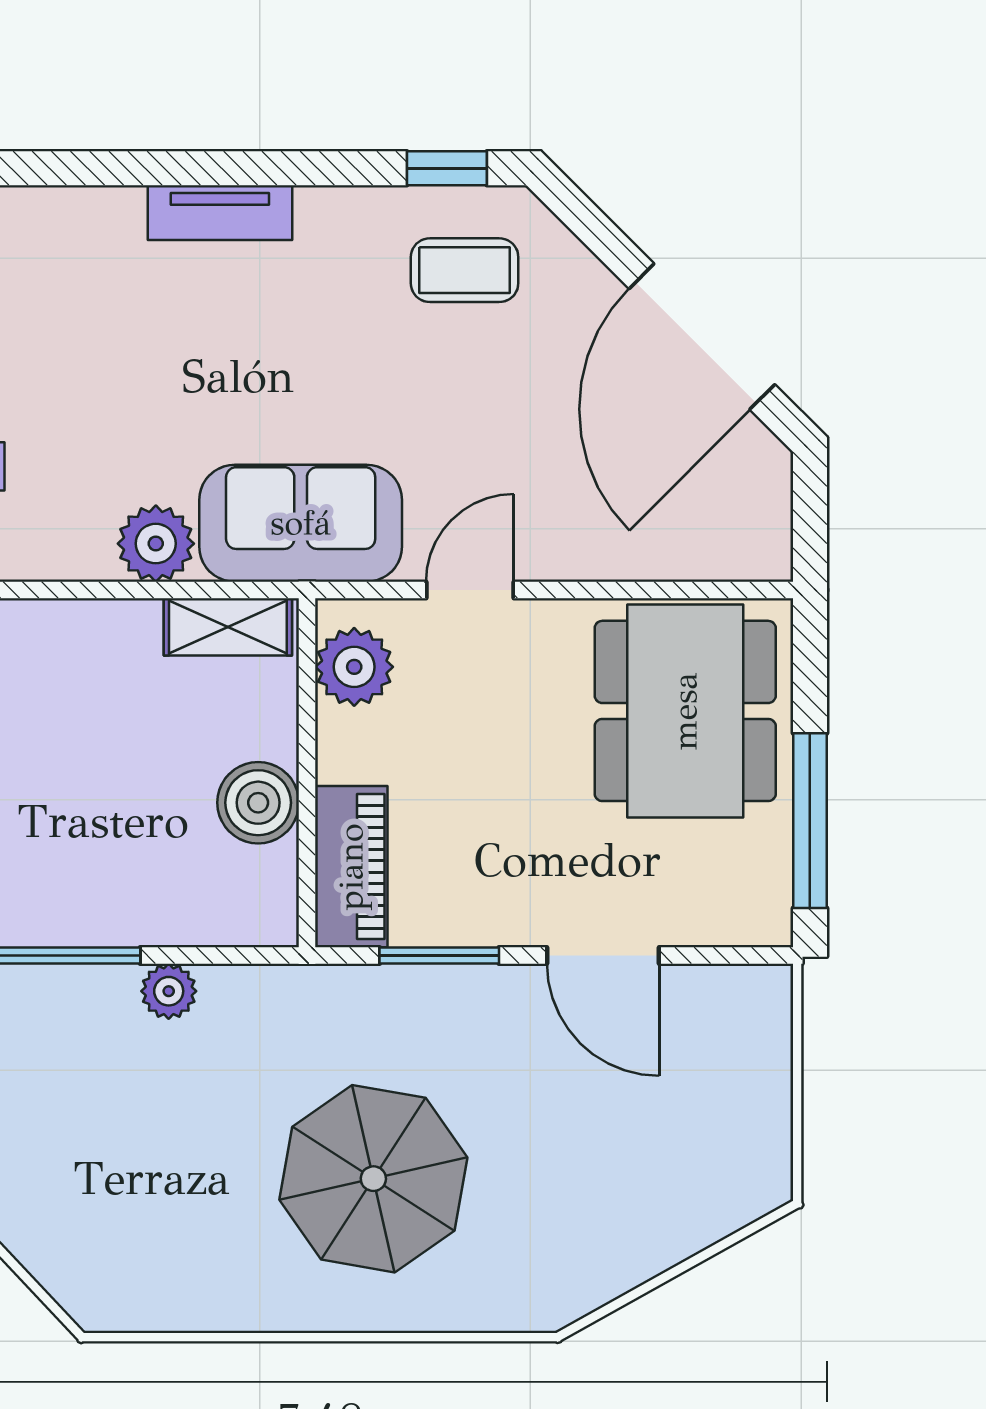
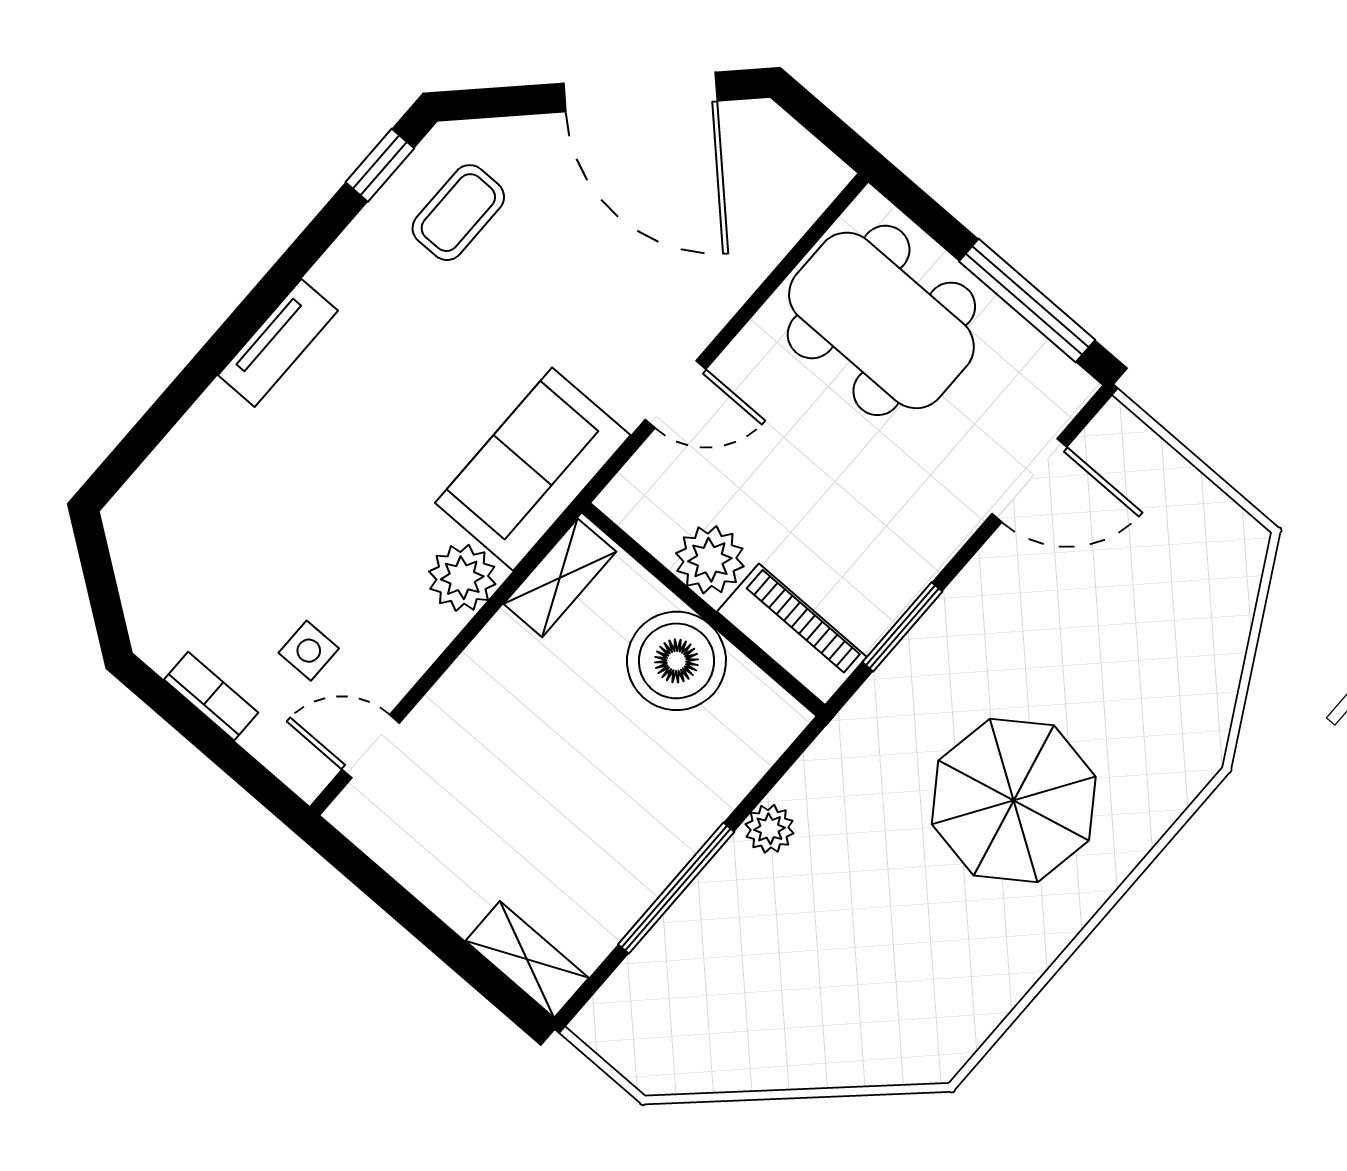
door: (470, 590) -> (676, 394), swing flipped
plant: (354, 667) -> (710, 560), moved
boiler: (258, 803) -> (676, 661), width x1.37, depth x1.37
door: (603, 955) -> (1029, 480), moved

